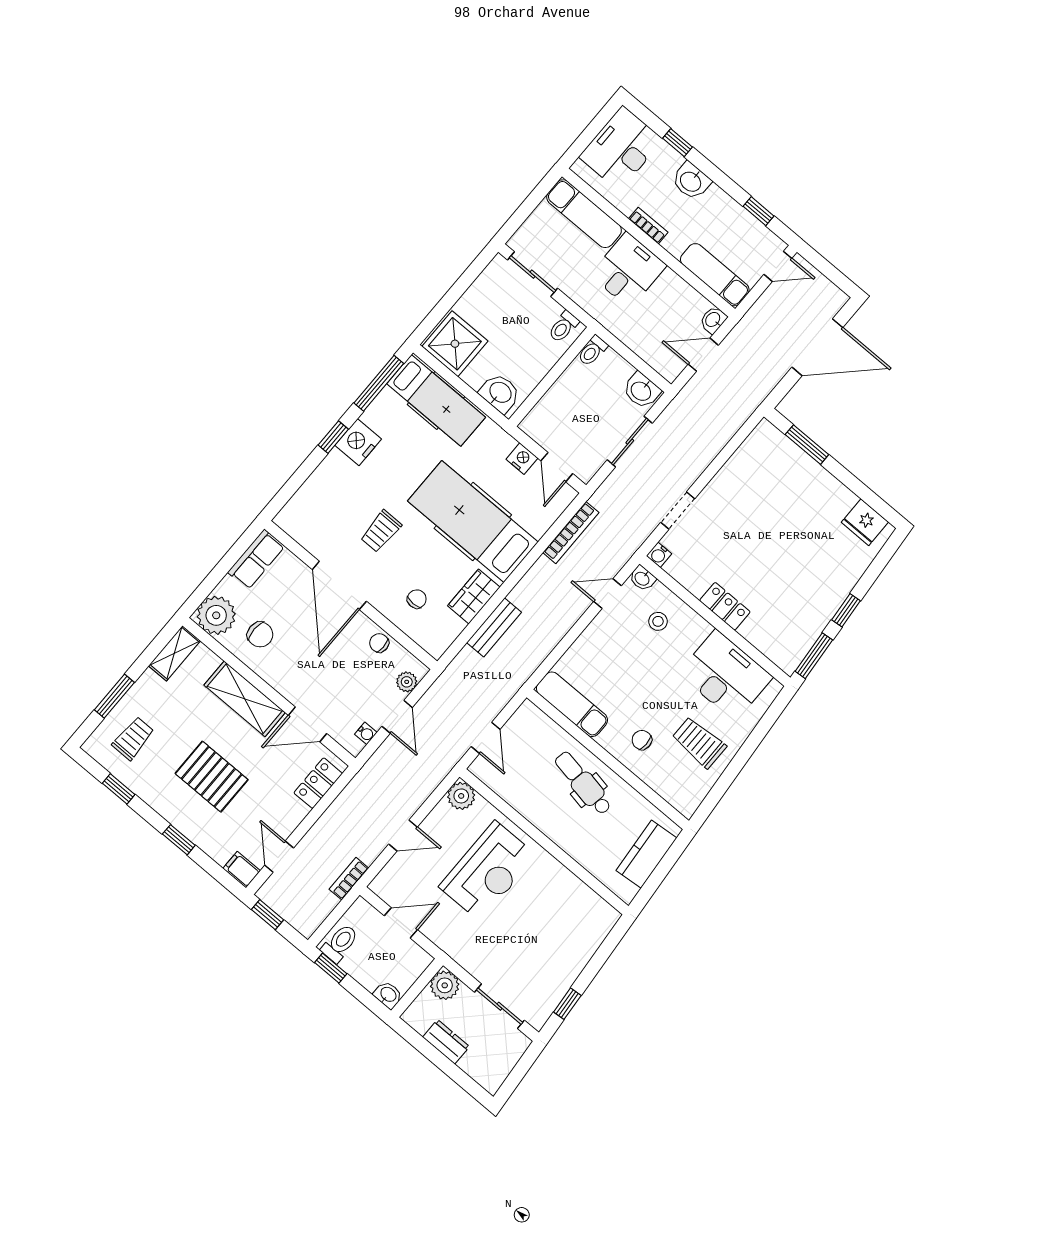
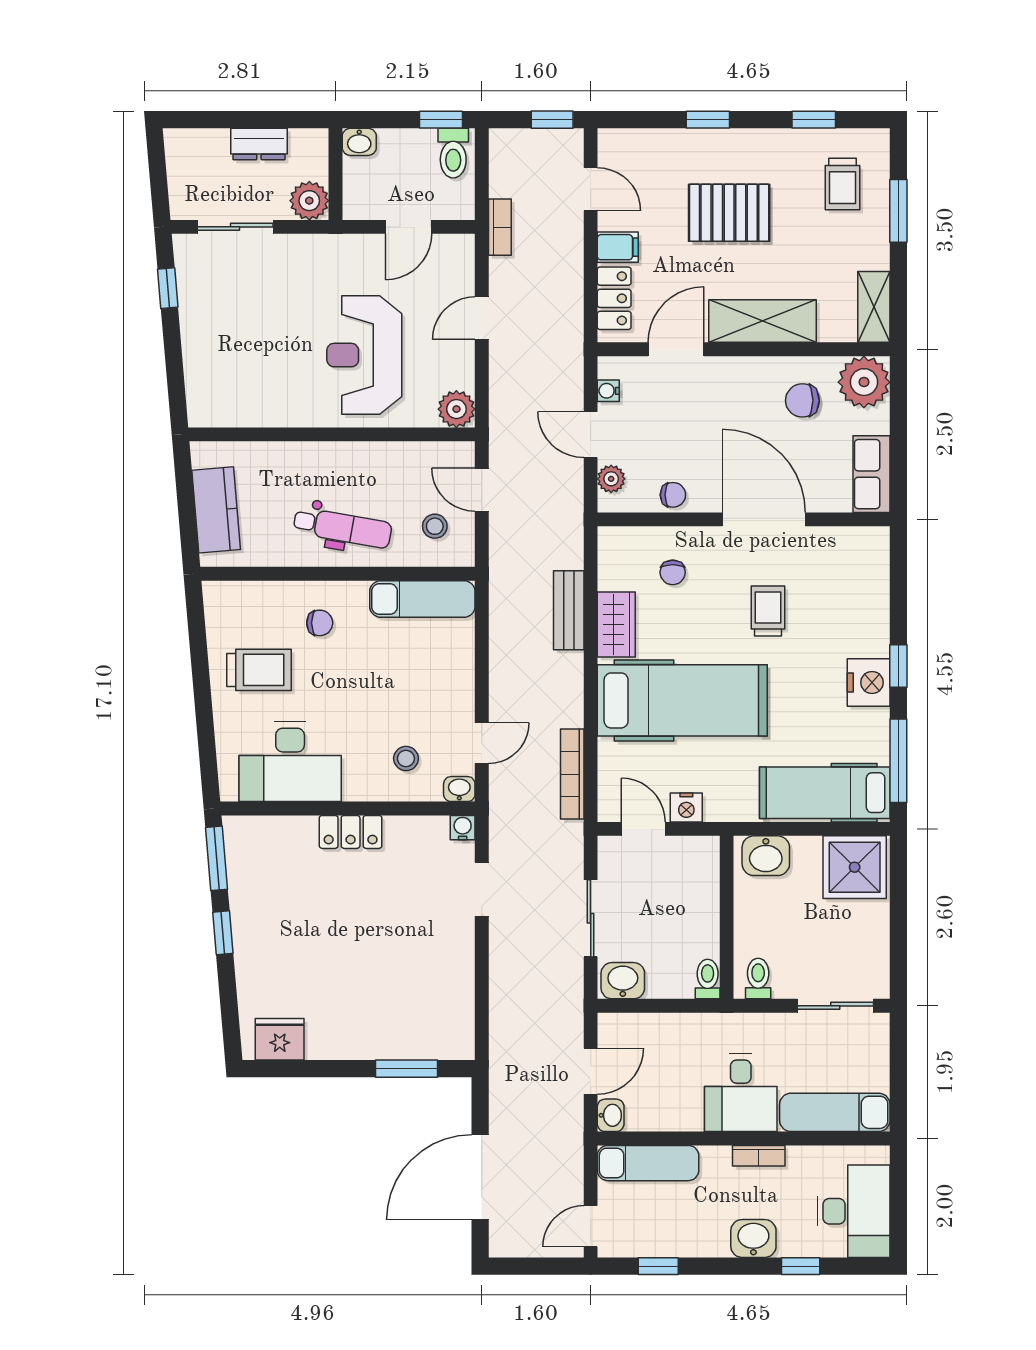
stool: (530, 740) -> (435, 526), added
filing cabinet: (242, 870) -> (618, 247), moved

